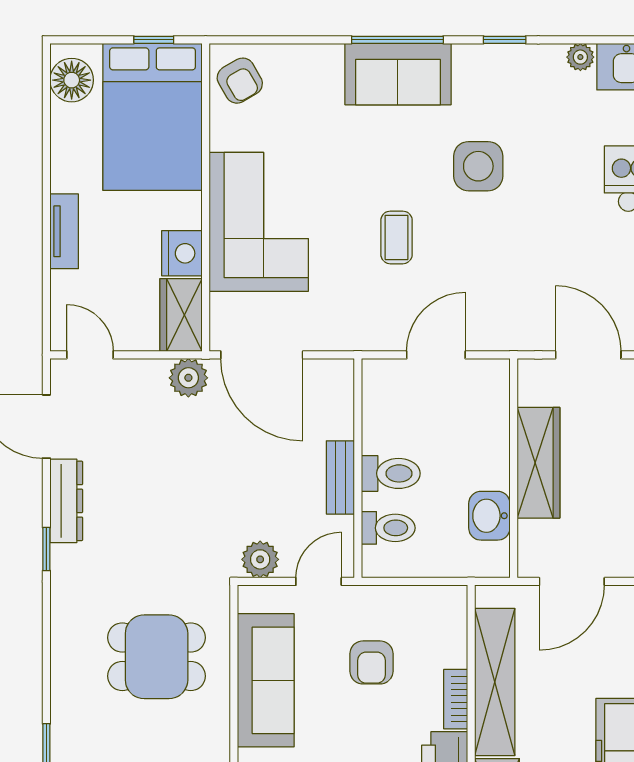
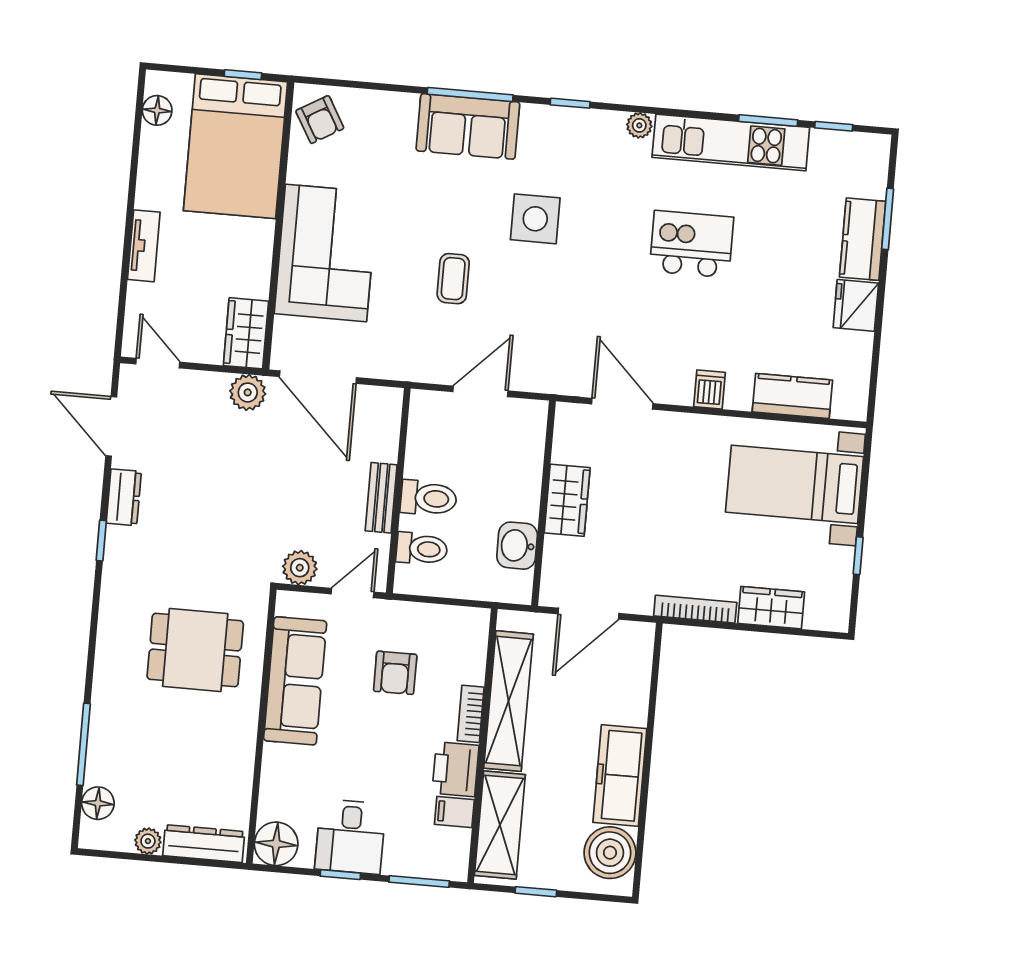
floor lamp: (72, 80) -> (157, 110), width x0.73, depth x0.73
nightstand: (182, 253) -> (252, 276), removed
wardrobe: (538, 463) -> (567, 500), width x0.67
dresser: (66, 501) -> (124, 497), width x0.70

